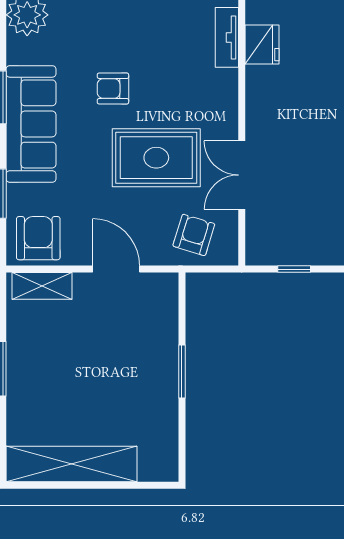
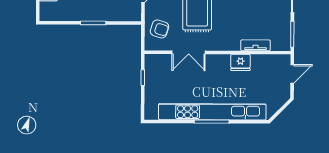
fridge: (262, 44) -> (240, 62), moved
double door: (242, 175) -> (189, 52), swing flipped

